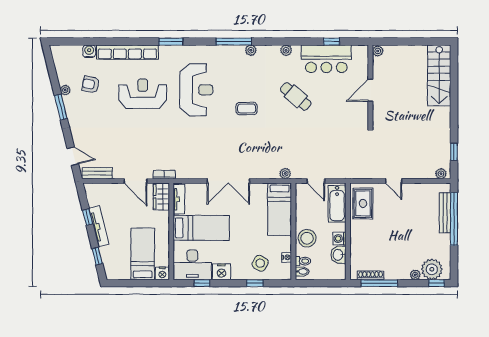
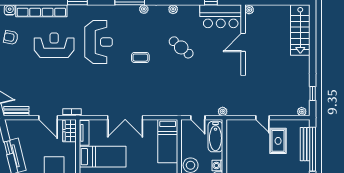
bar counter: (326, 59) -> (221, 16), moved
plant: (285, 173) -> (223, 111), moved
rug: (363, 203) -> (278, 141), moved

